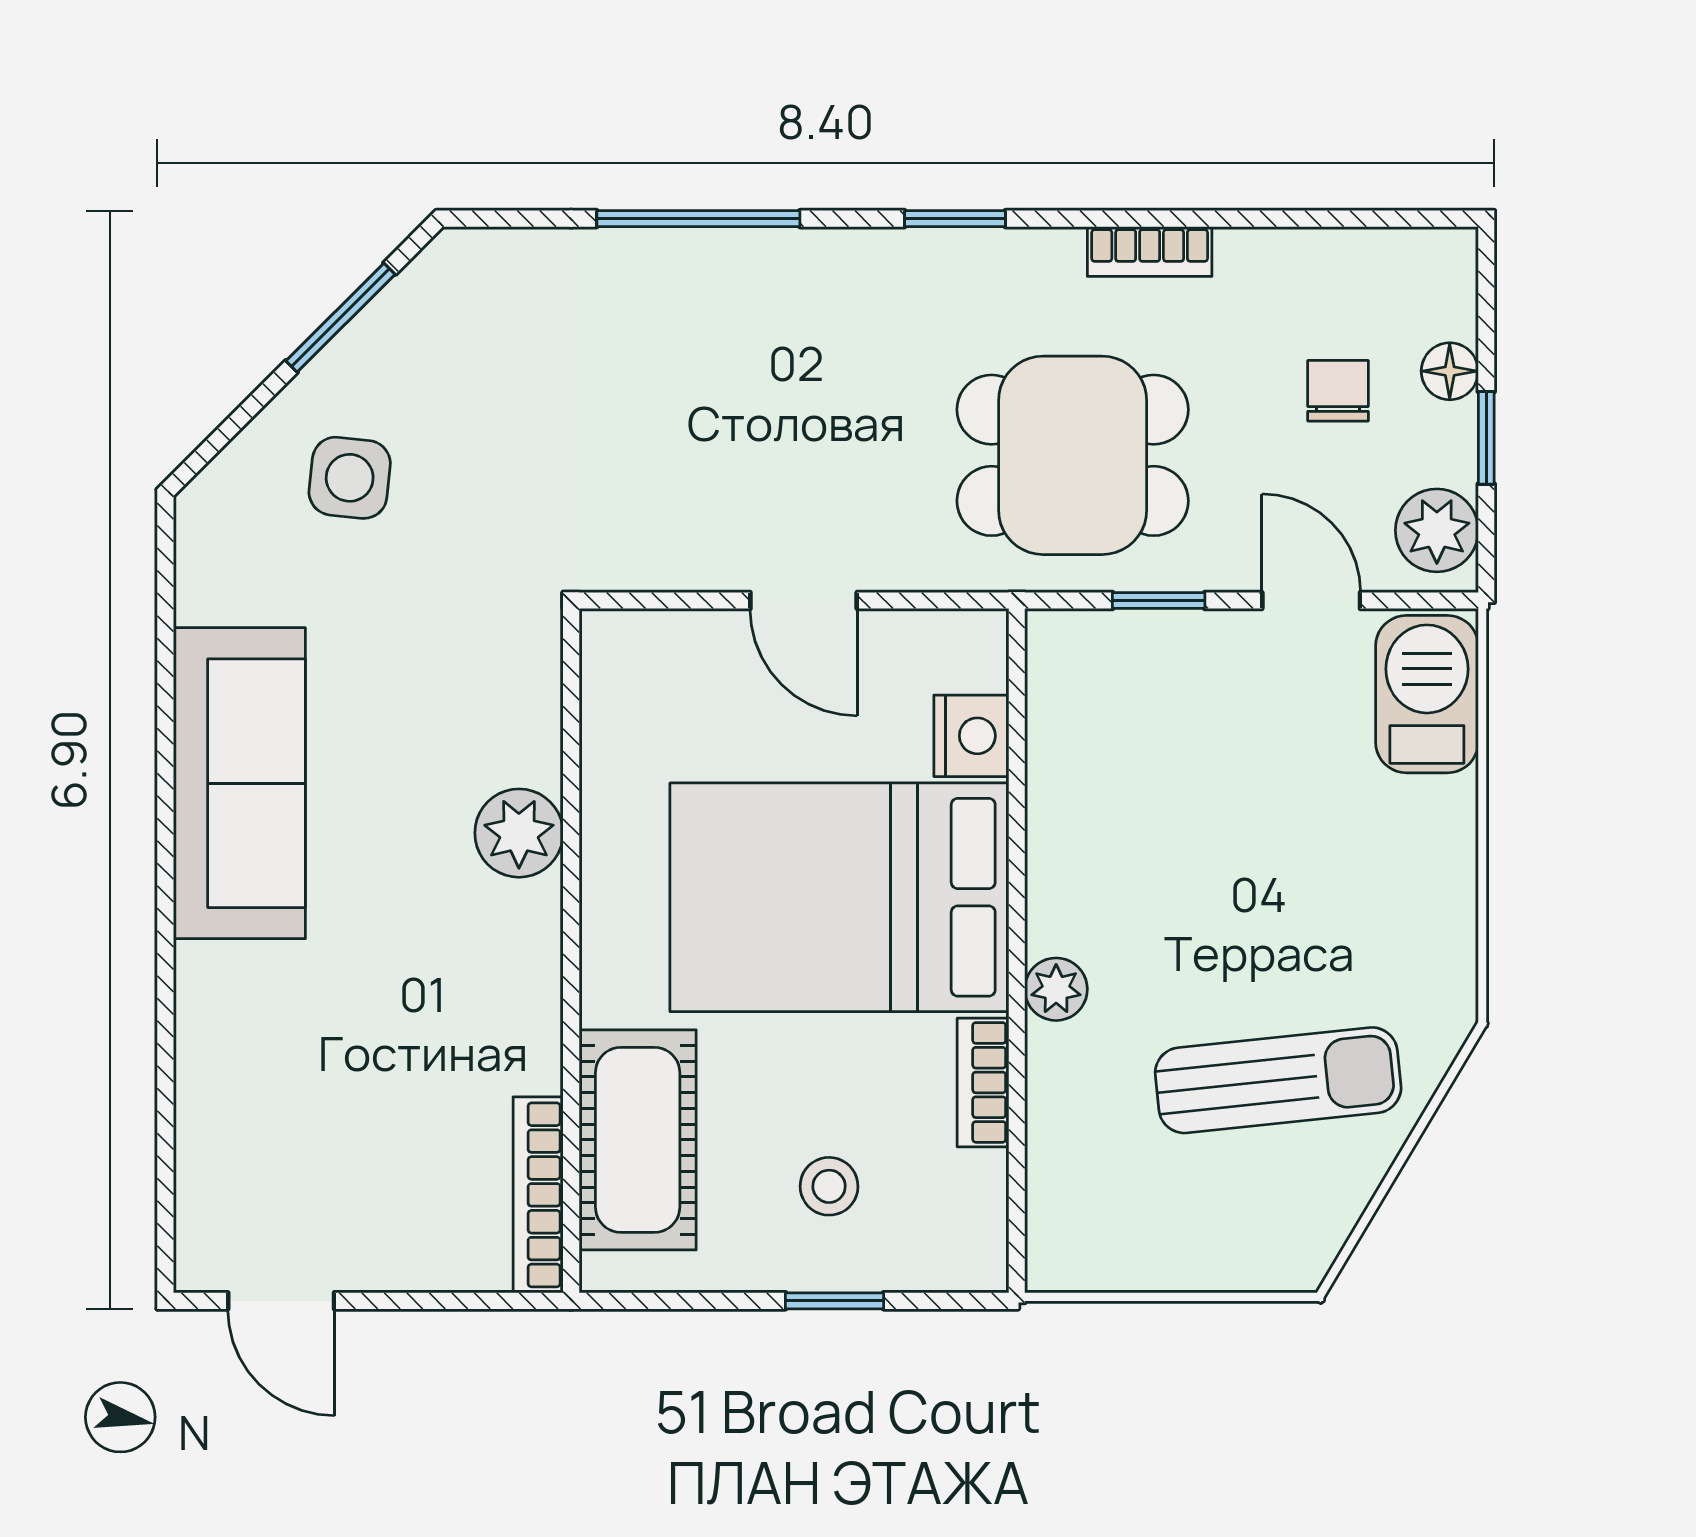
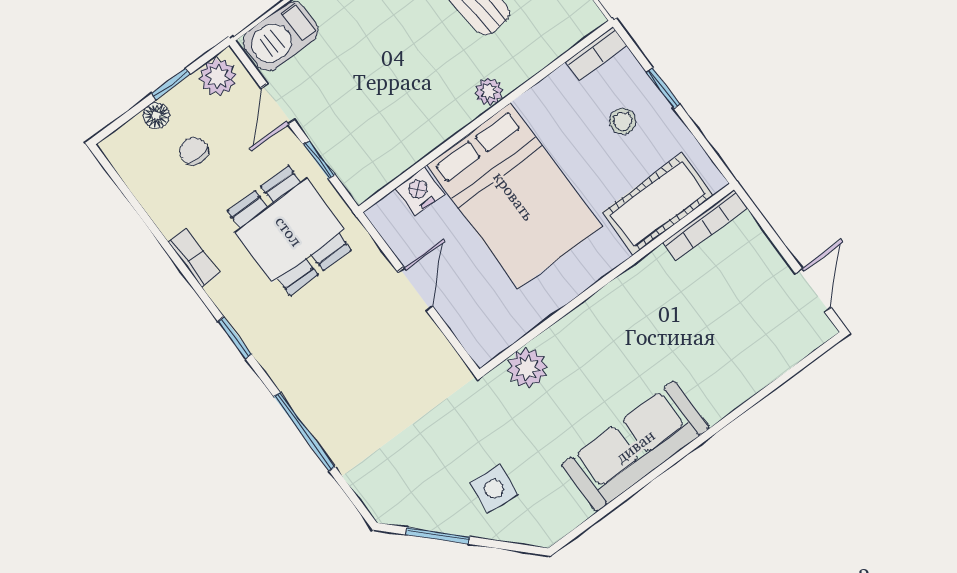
chair: (1338, 391) -> (194, 151), turned 90
plant: (519, 833) -> (527, 368), moved
bookcase: (983, 1082) -> (596, 53), moved

